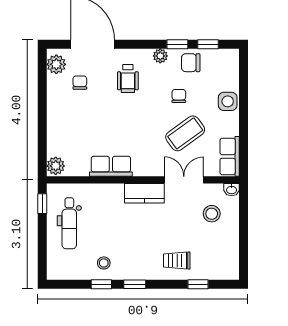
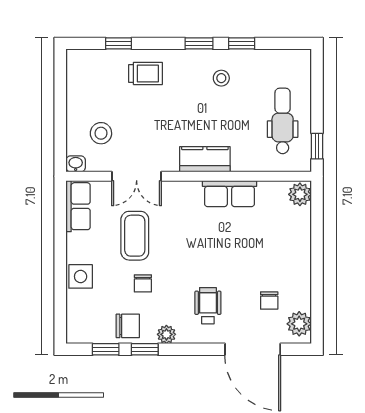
coffee table: (185, 133) -> (135, 236), turned -54
kitchen counter: (144, 193) -> (205, 159), moved
stool: (104, 263) -> (221, 78), moved

